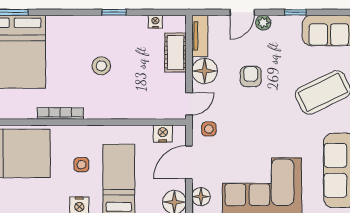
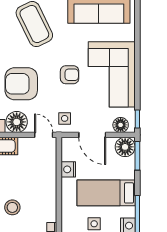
armchair: (251, 77) -> (21, 84), width x1.88, depth x1.88
nightstand: (163, 133) -> (68, 169), moved
armchair: (262, 135) -> (70, 75), added

